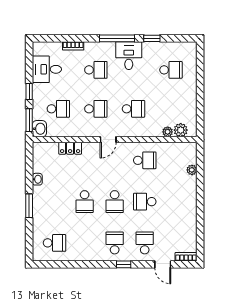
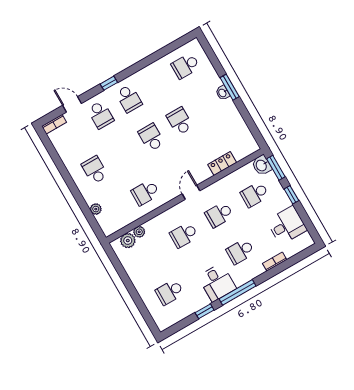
washbasin: (37, 179) -> (223, 93), moved
school desk: (145, 202) -> (95, 170), moved, turned -90

